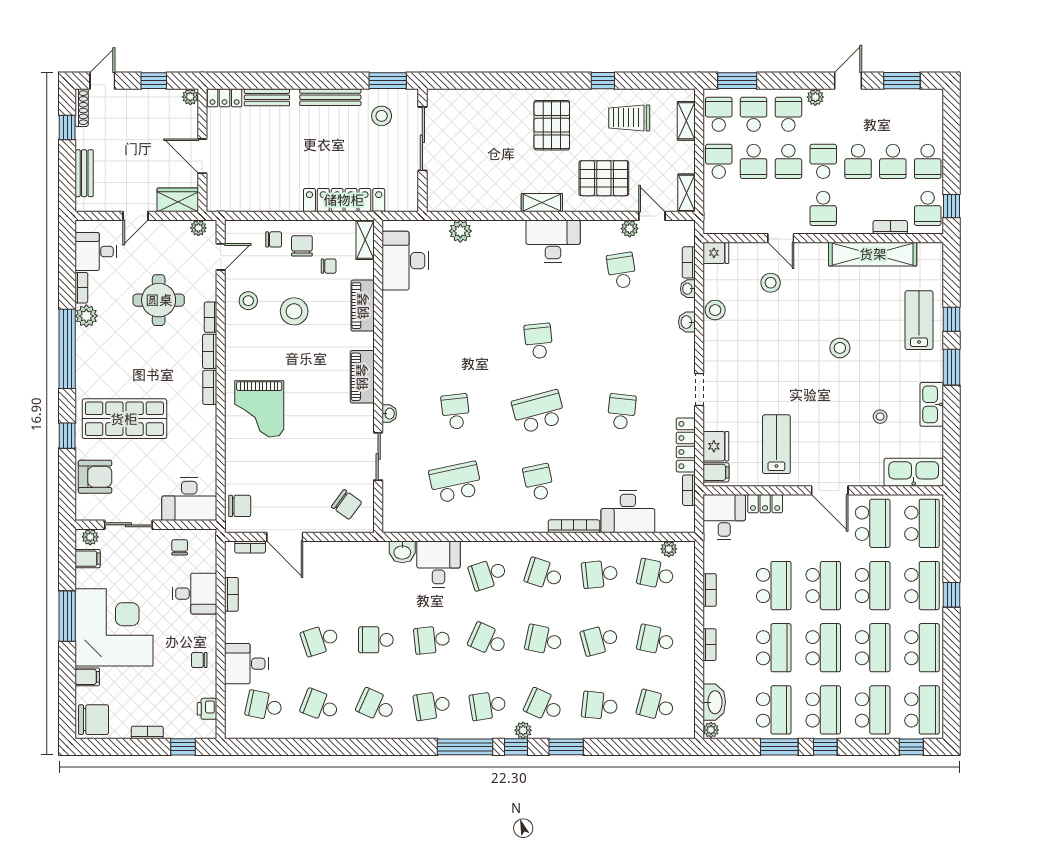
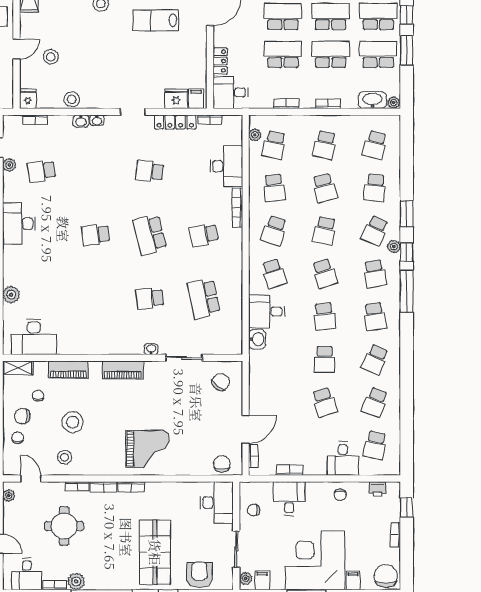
washbasin: (688, 289) -> (97, 120), moved
lab bench: (776, 444) -> (156, 20), moved
school desk: (488, 640) -> (325, 274), turned -42

